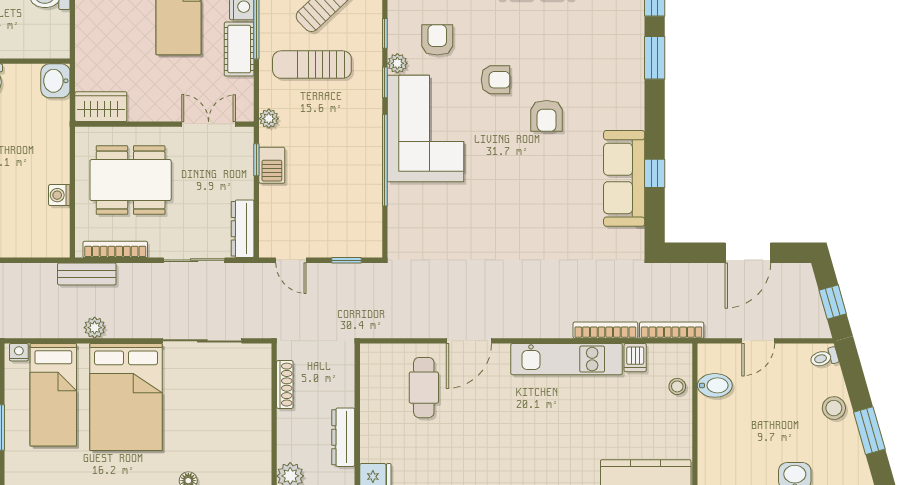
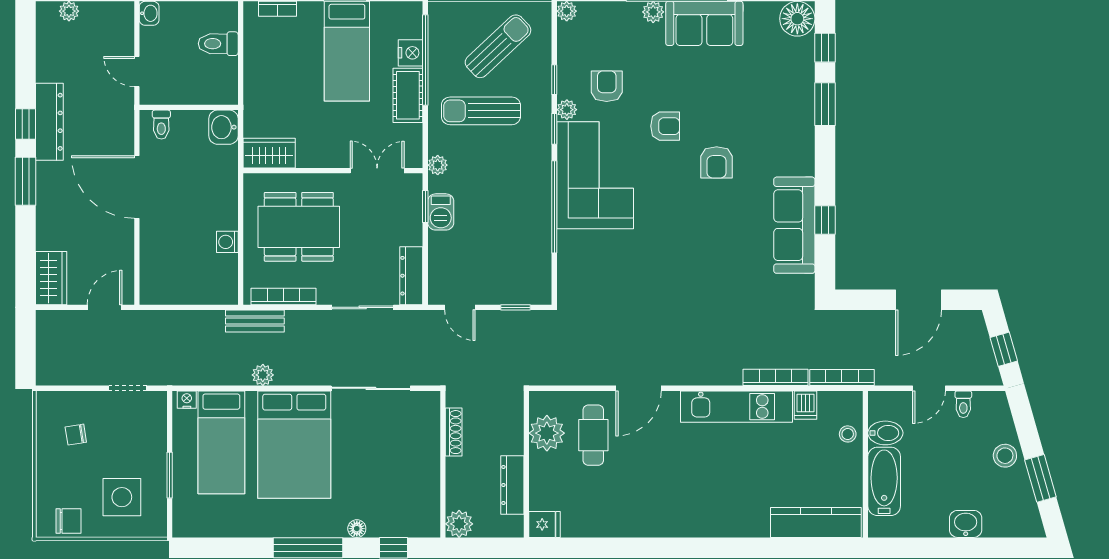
toilet: (824, 358) -> (963, 404), moved, turned -74
plant: (378, 386) -> (547, 433), added
bathtub: (714, 434) -> (884, 481), added

